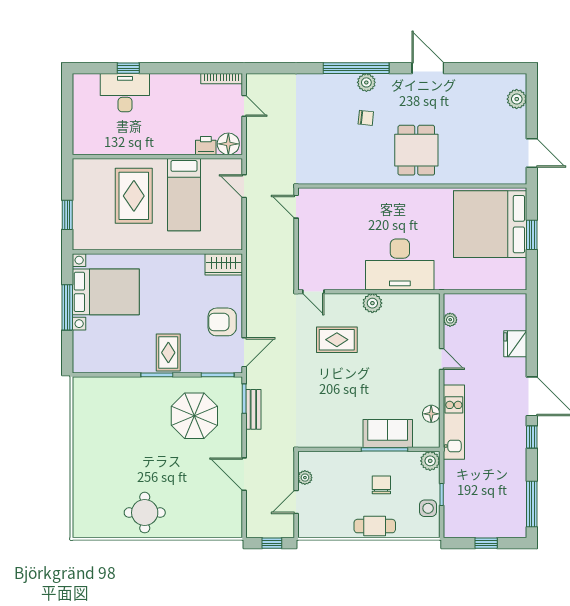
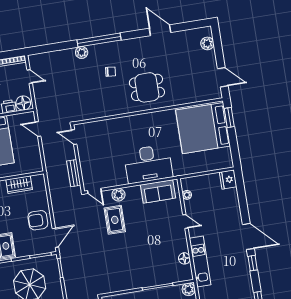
door: (428, 68) -> (160, 30), moved
plant: (366, 82) -> (82, 52), moved
dining table: (416, 150) -> (147, 87), turned 90
window: (532, 235) -> (229, 118), moved
wardrobe: (224, 264) -> (19, 185), moved
plant: (372, 303) -> (118, 195), moved
rug: (337, 340) -> (115, 220), turned 90
fridge: (515, 344) -> (228, 180), moved
bench: (253, 409) -> (74, 173), moved
sofa: (388, 433) -> (158, 191), moved, turned 180

